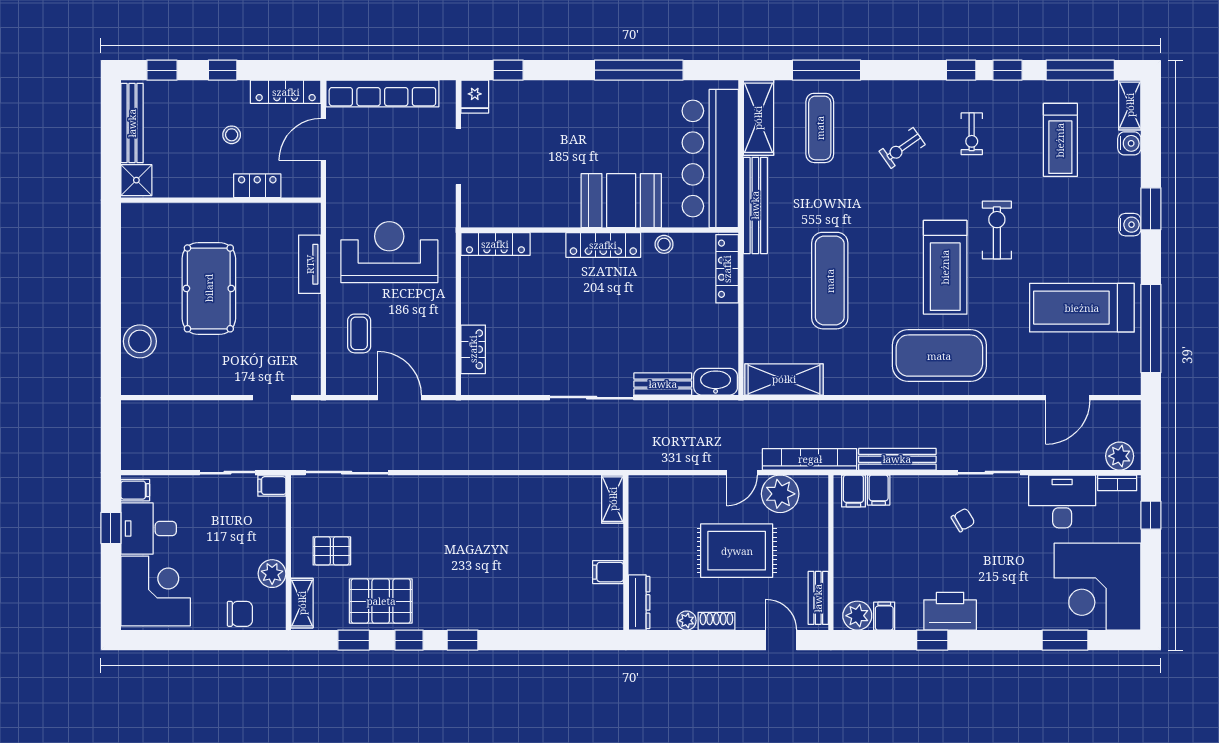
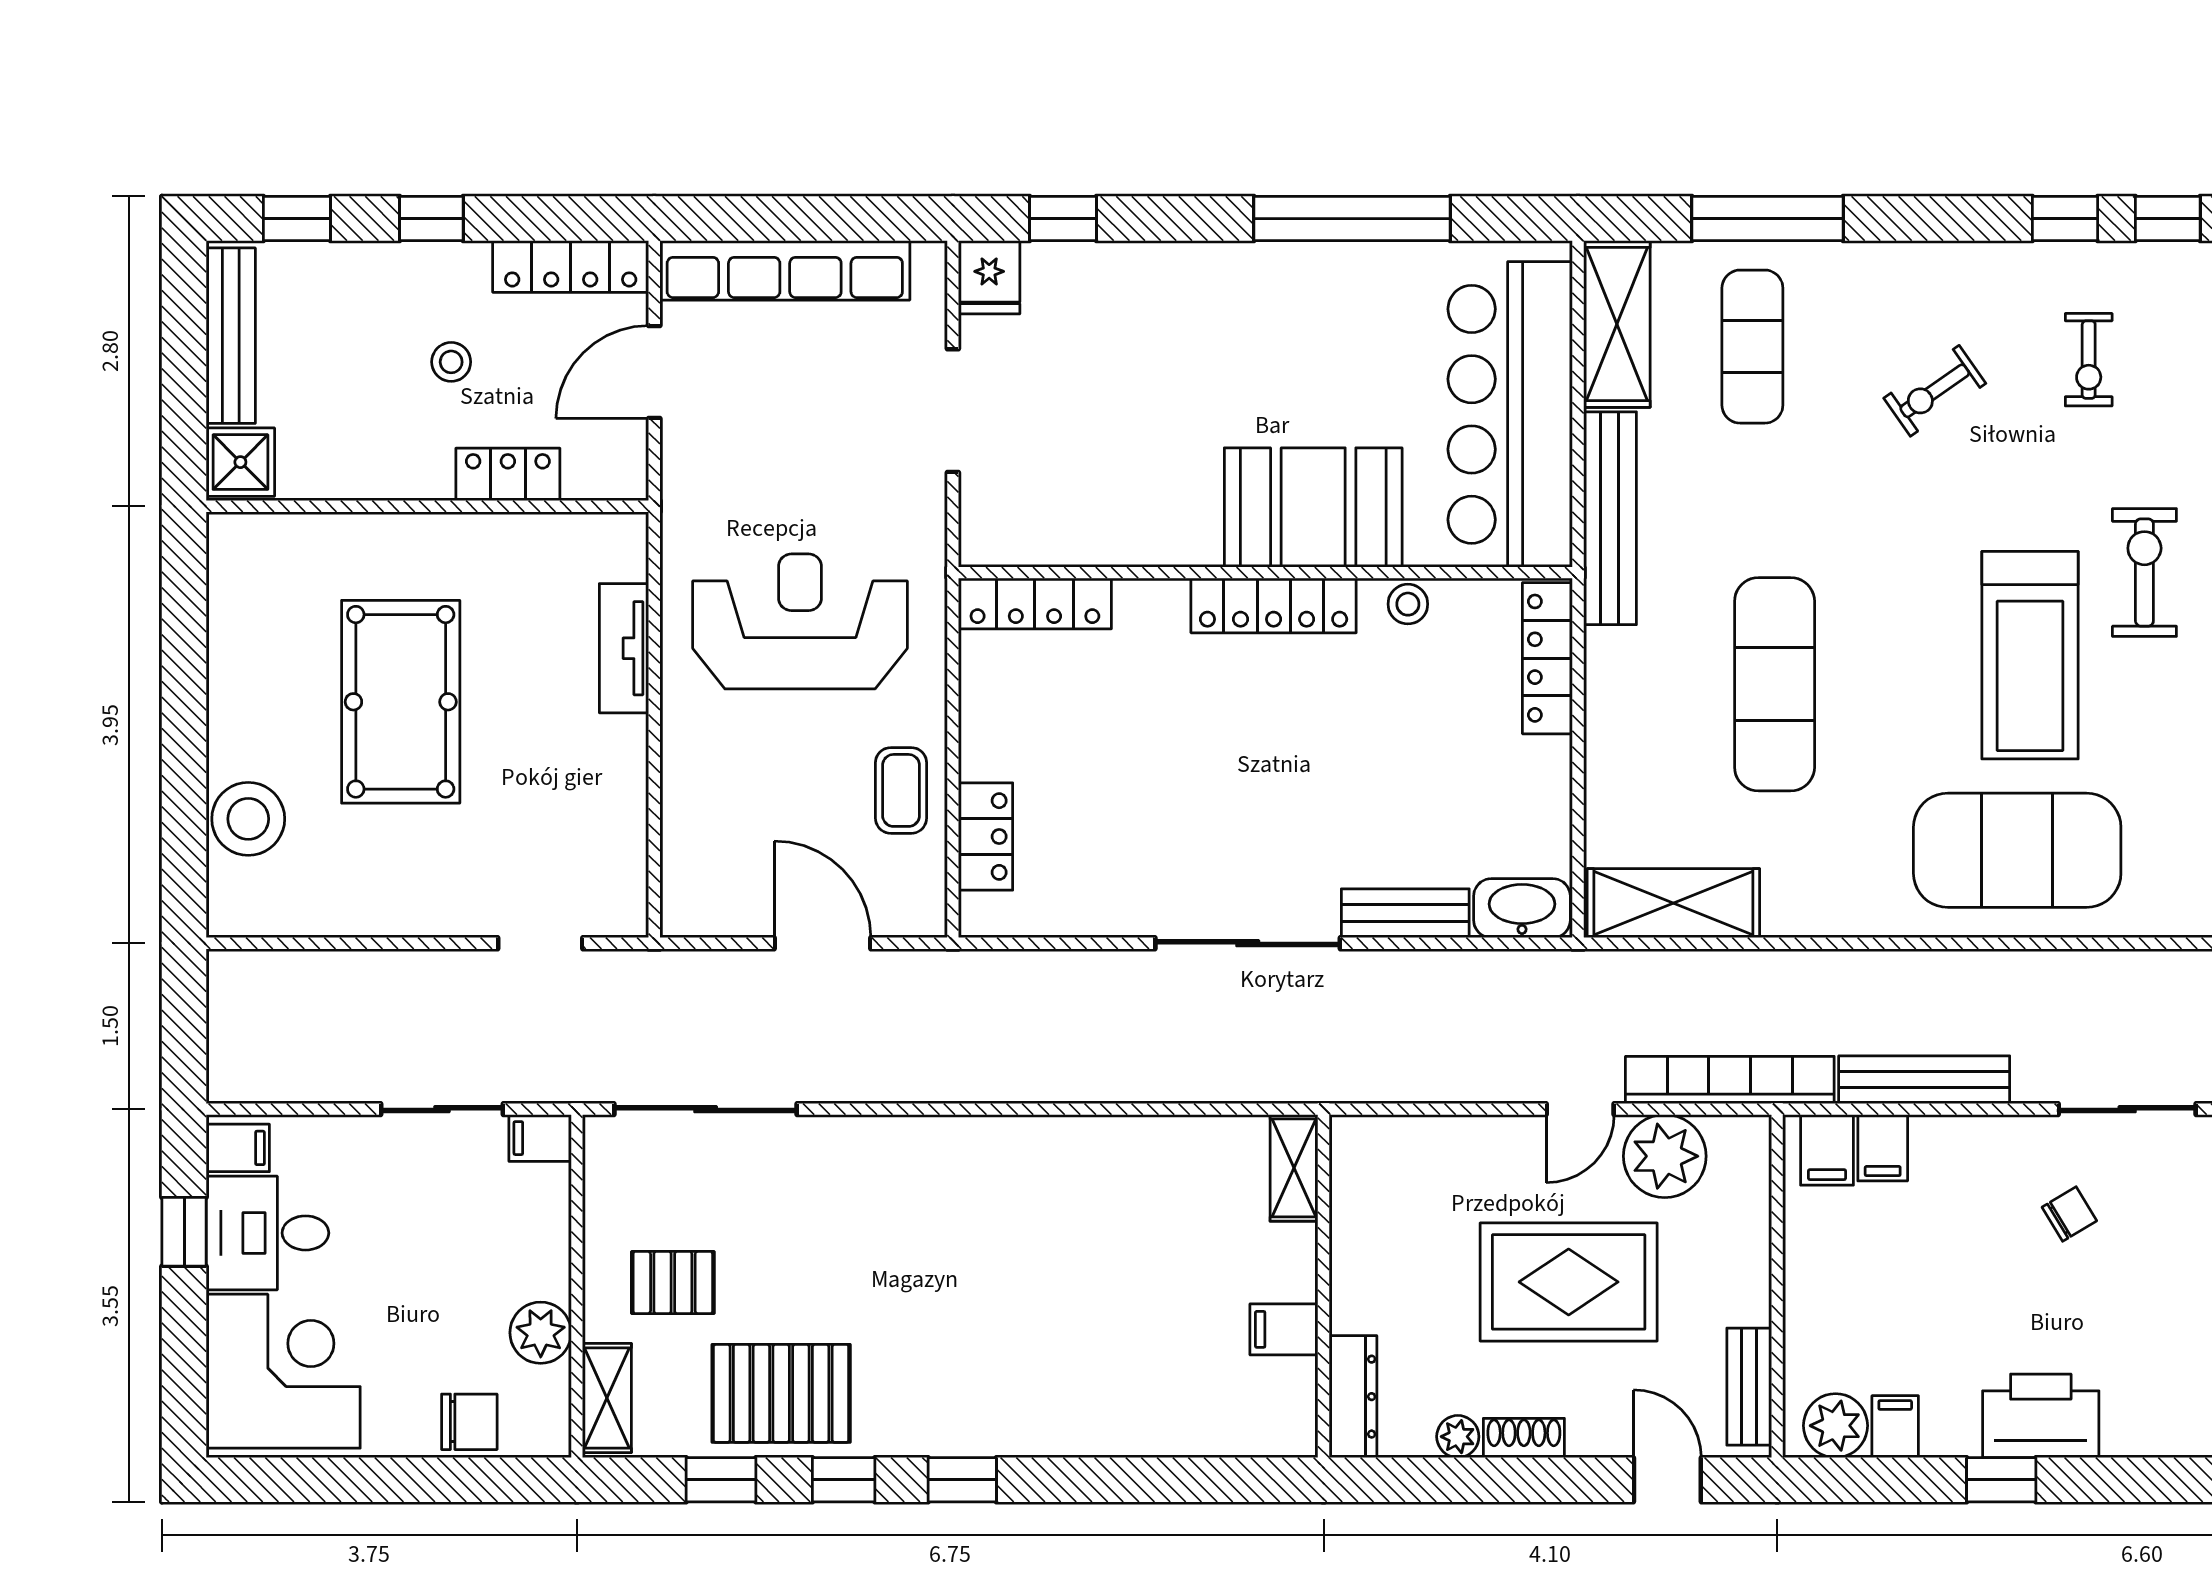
coffee table: (359, 333) -> (901, 790), moved

